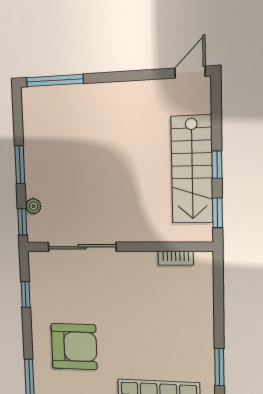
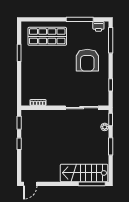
stairs: (192, 169) -> (84, 173), moved, turned -90
armchair: (74, 346) -> (87, 60), turned -90

